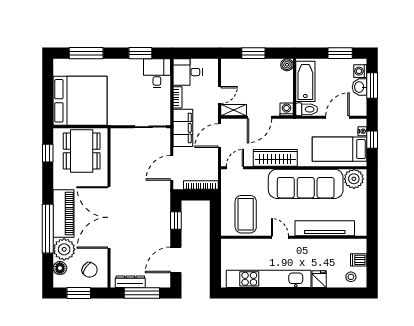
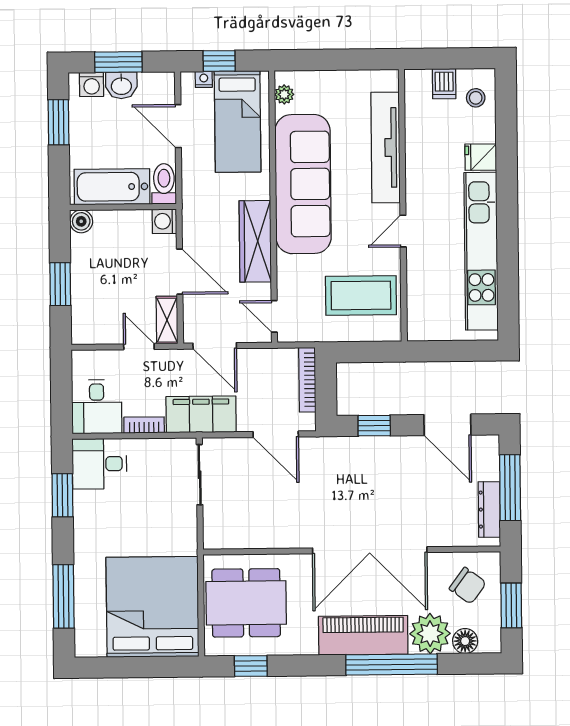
plant: (354, 179) -> (284, 94), width x0.53, depth x0.53
chair: (90, 270) -> (468, 586), turned 90

